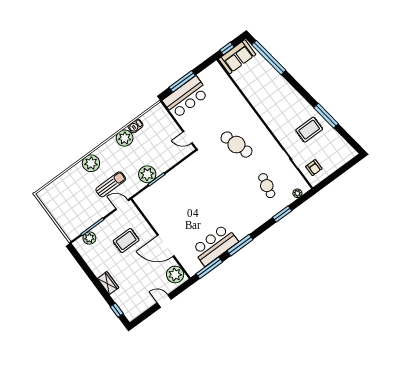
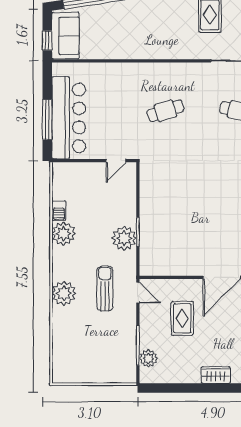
bar counter: (186, 97) -> (69, 118), width x1.36
cafe table: (236, 145) -> (166, 111), width x0.73, depth x0.74
door: (122, 205) -> (138, 293), swing flipped

